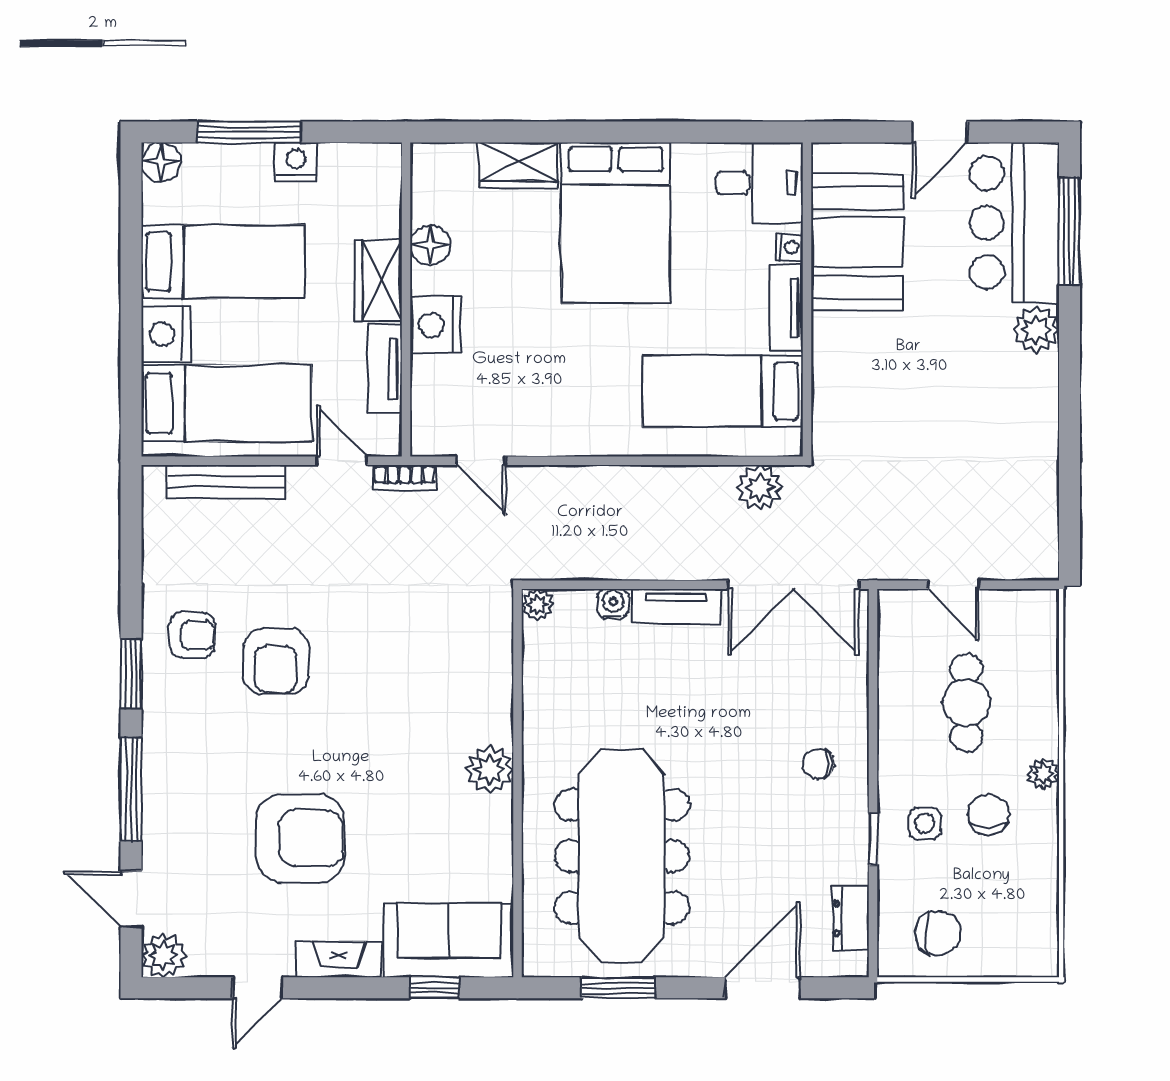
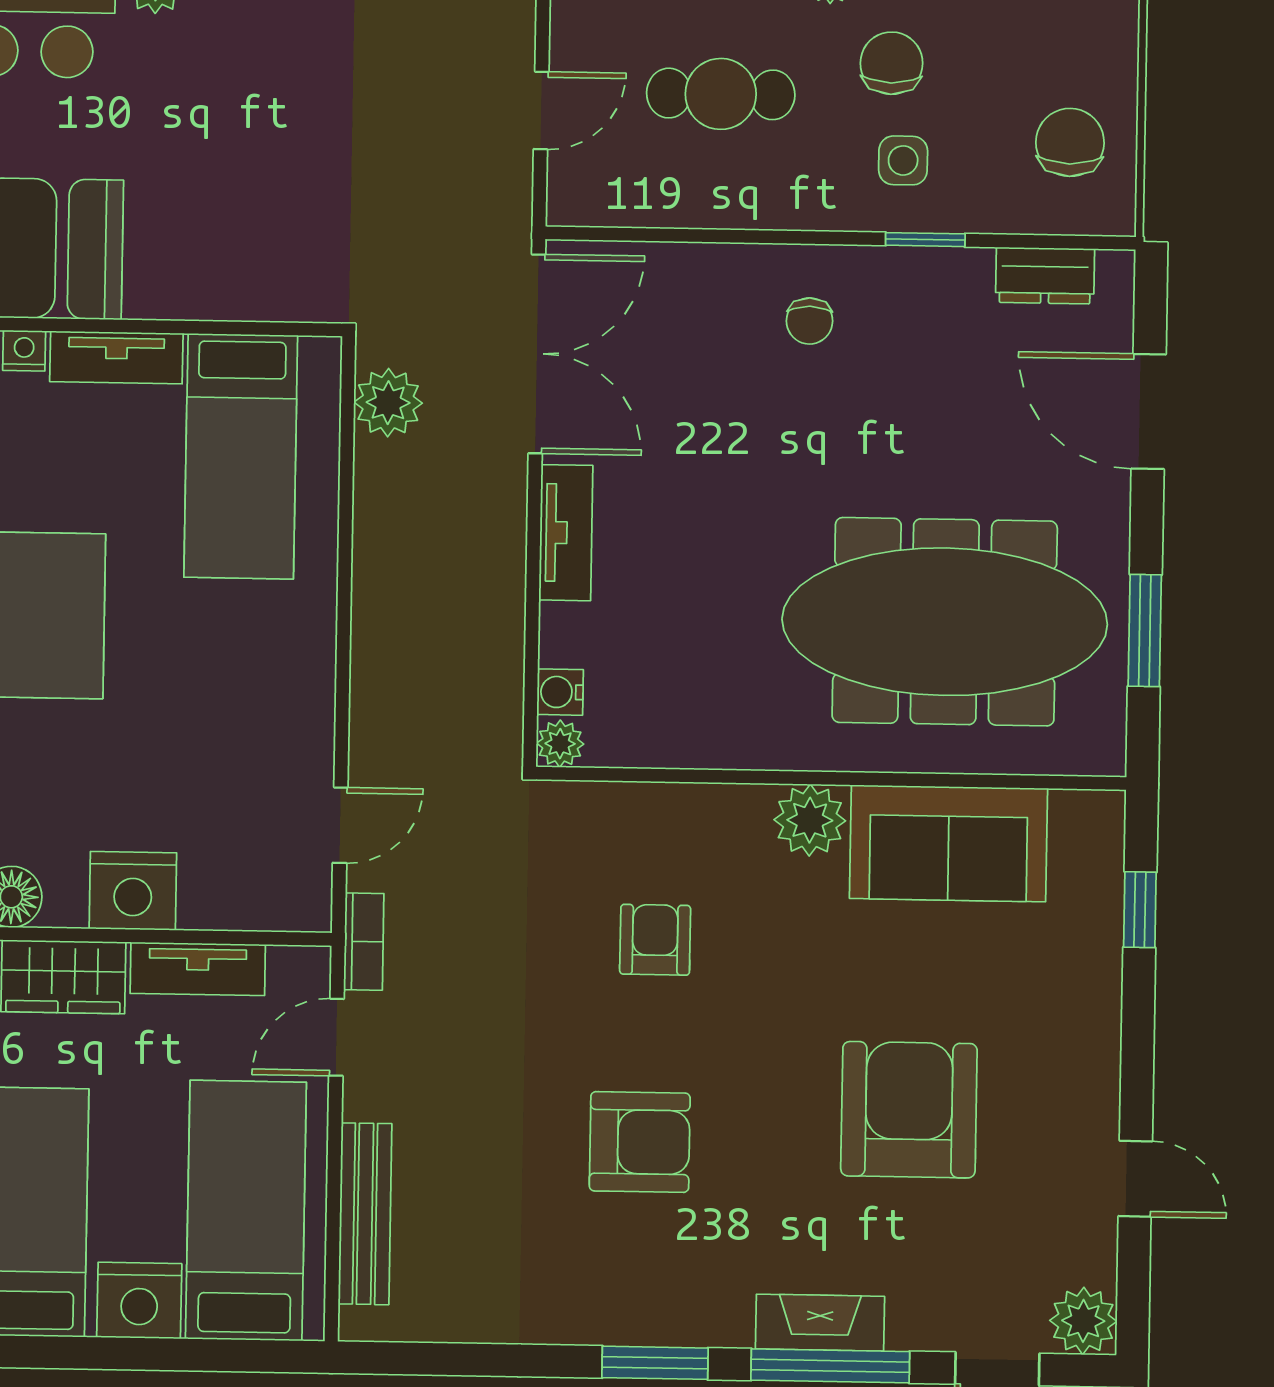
water cooler: (613, 604) -> (560, 692), moved
armchair: (192, 635) -> (655, 940), moved
chair: (989, 815) -> (891, 63), turned 90
sofa: (449, 940) -> (949, 843), moved, turned -90
fireplace: (339, 959) -> (820, 1323), moved, turned 90

